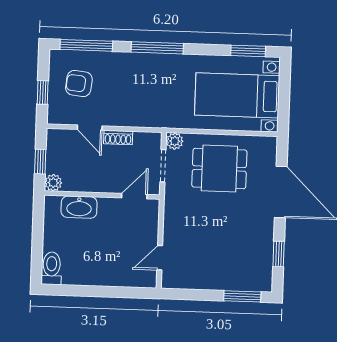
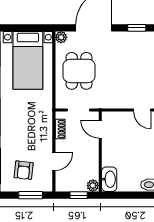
window: (43, 92) -> (31, 195), width x1.50
shoe rack: (118, 138) -> (60, 129), moved
plant: (175, 141) -> (61, 37), moved
washbasin: (79, 207) -> (109, 179), moved

